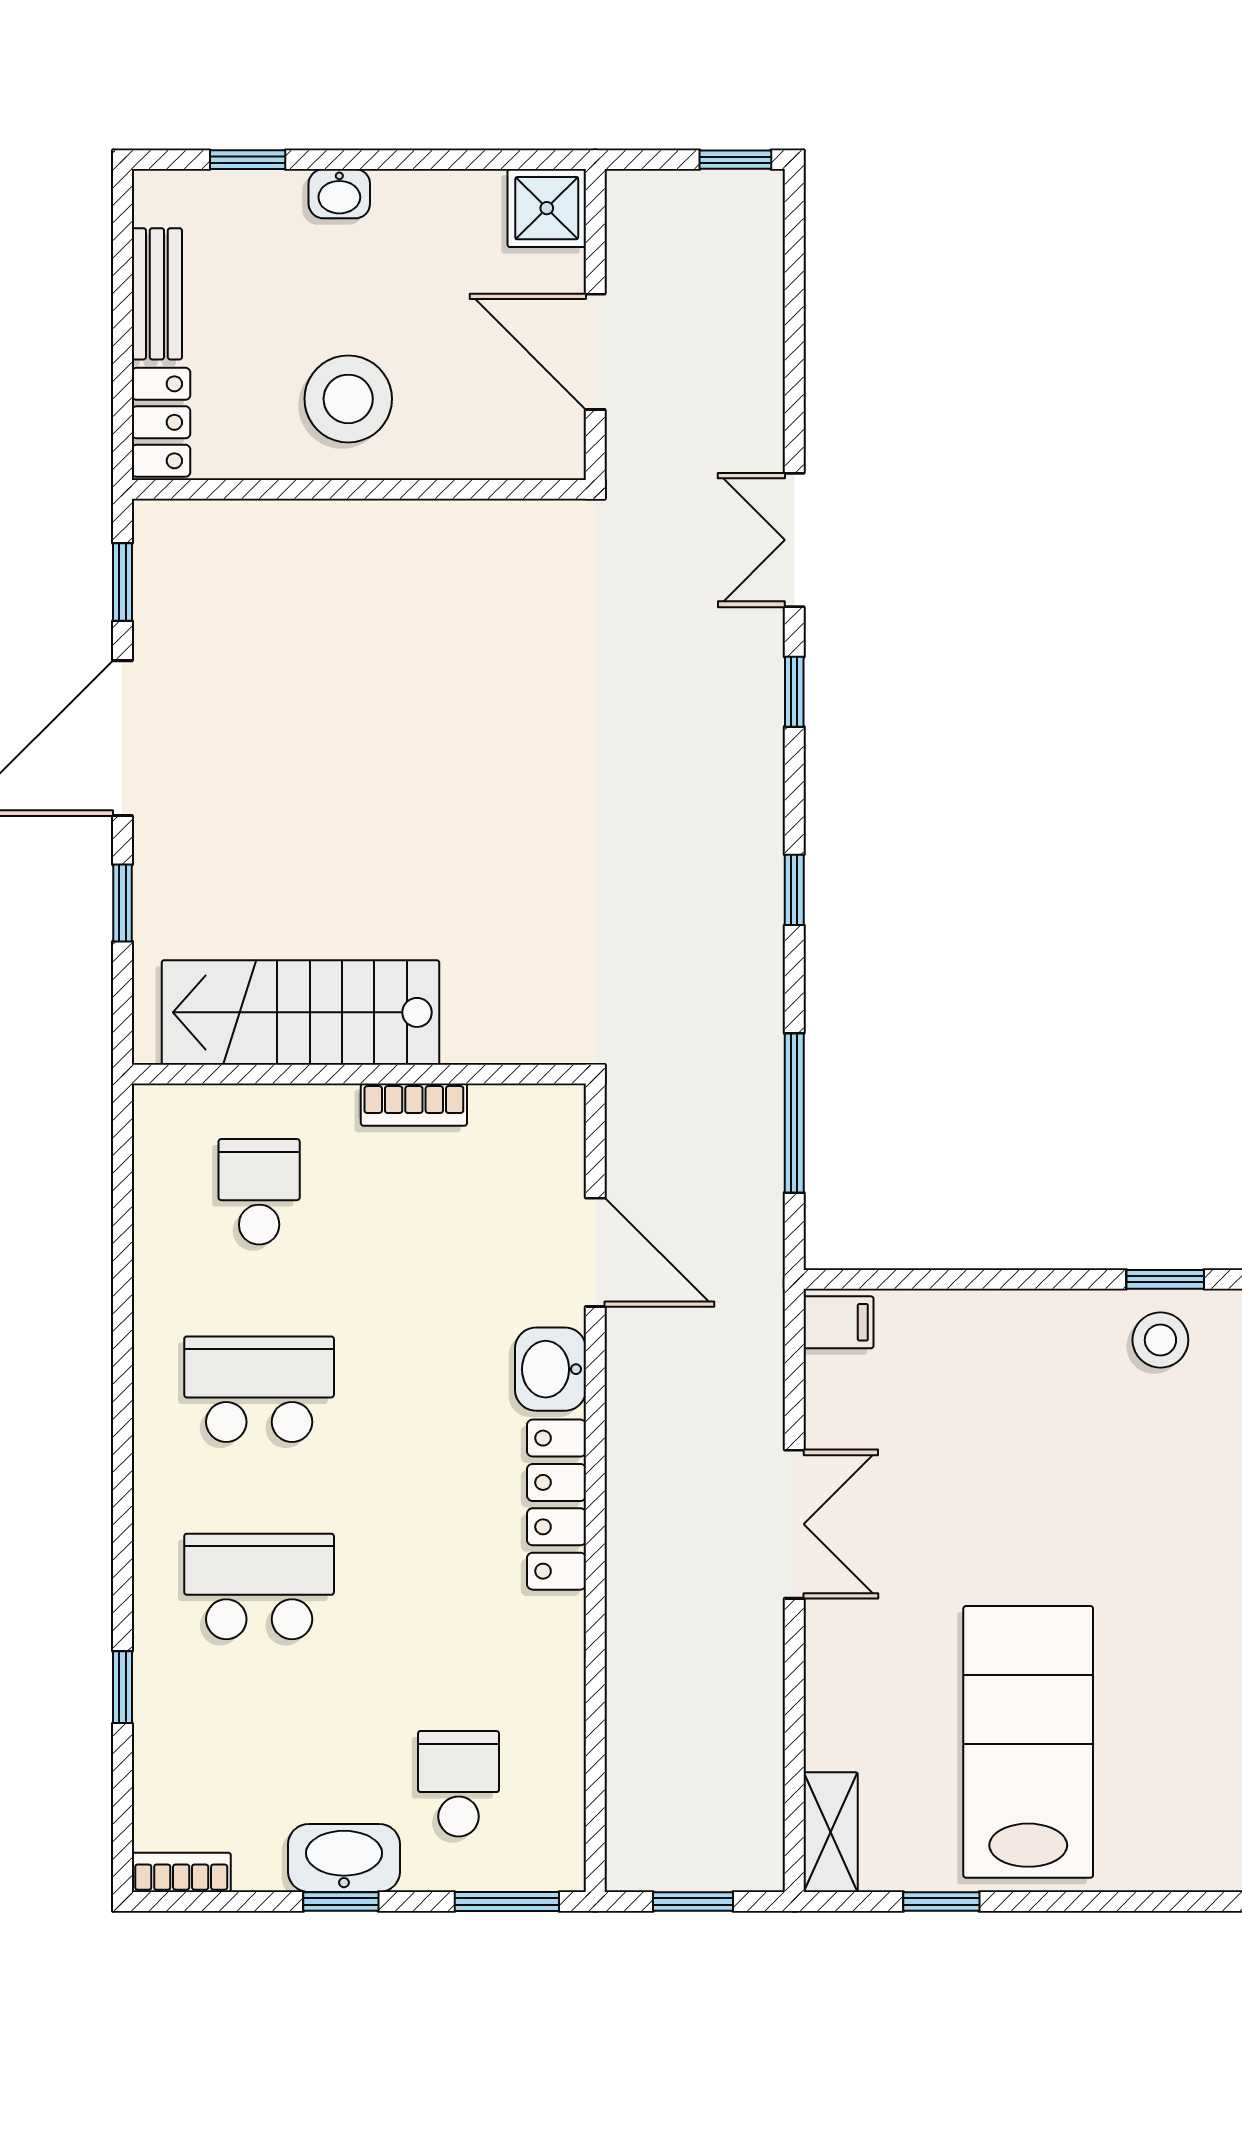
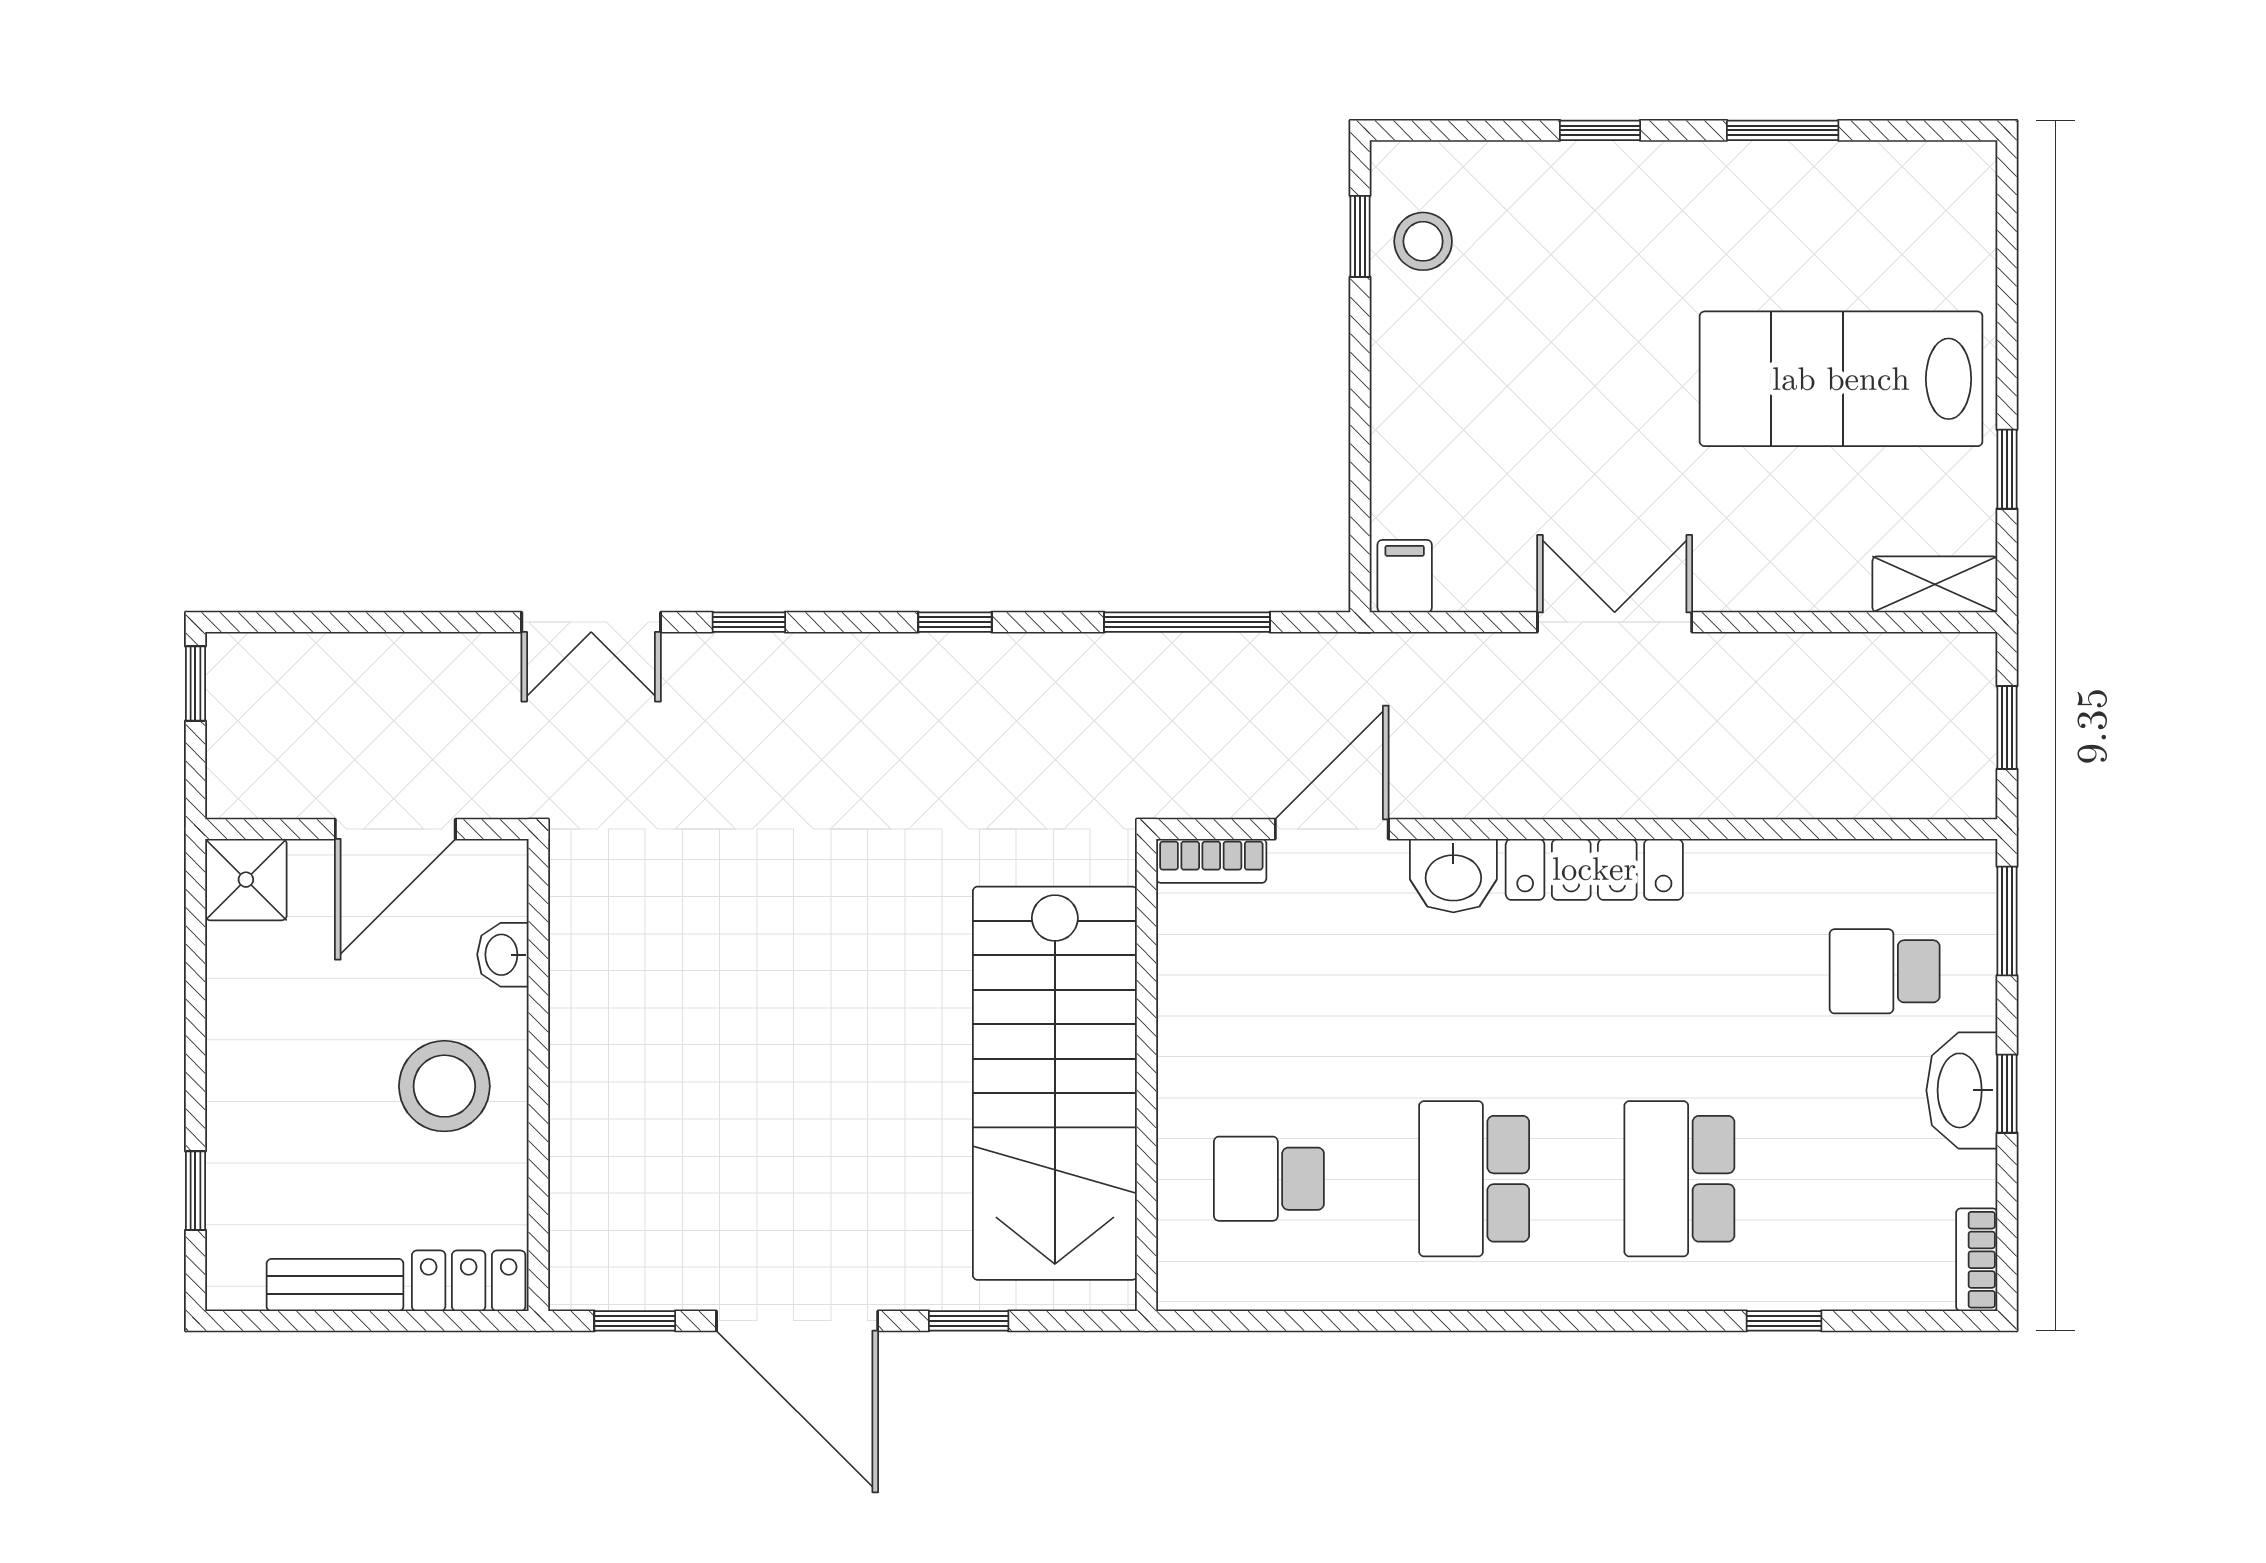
washbasin: (339, 194) -> (503, 955), moved, turned 180
stairs: (300, 1012) -> (1055, 1083), width x1.36, depth x1.51
bookcase: (414, 1105) -> (1211, 861), moved, turned 90

